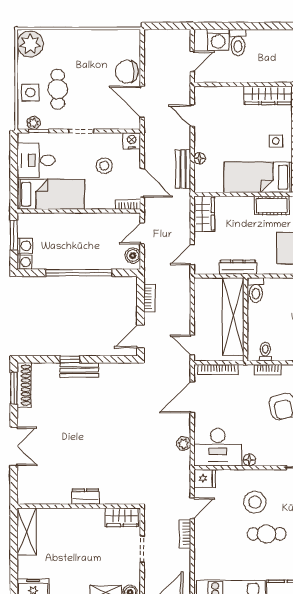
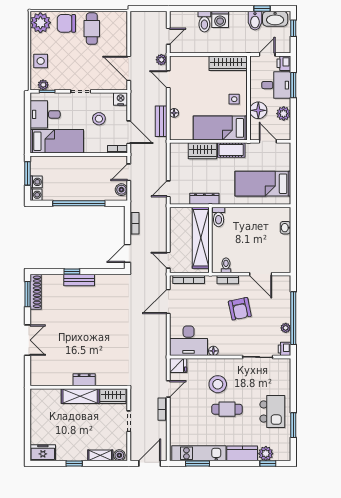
washing machine: (218, 40) -> (220, 19), moved
chair: (127, 72) -> (66, 23), moved
cafe table: (58, 89) -> (92, 29), moved
wardrobe: (204, 214) -> (202, 151), moved, turned 90
plant: (184, 444) -> (161, 60), moved
shelving: (27, 532) -> (80, 396), moved, turned 90

